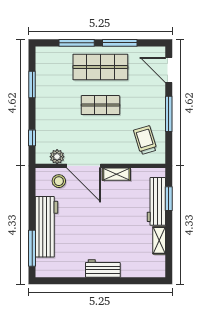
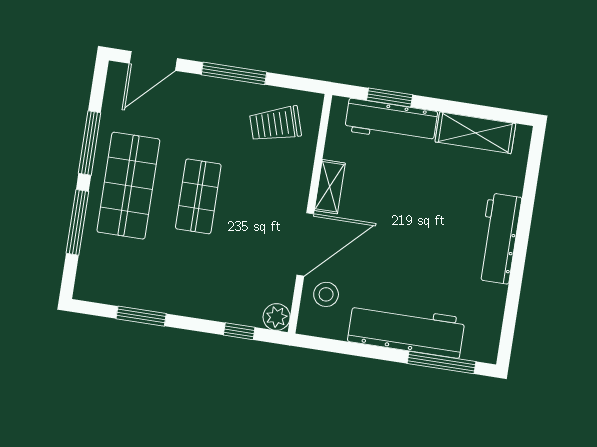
plant: (57, 157) -> (277, 317), moved
shelving: (159, 240) -> (475, 133), width x1.50, depth x1.33
workbench: (103, 268) -> (499, 238), width x1.38

